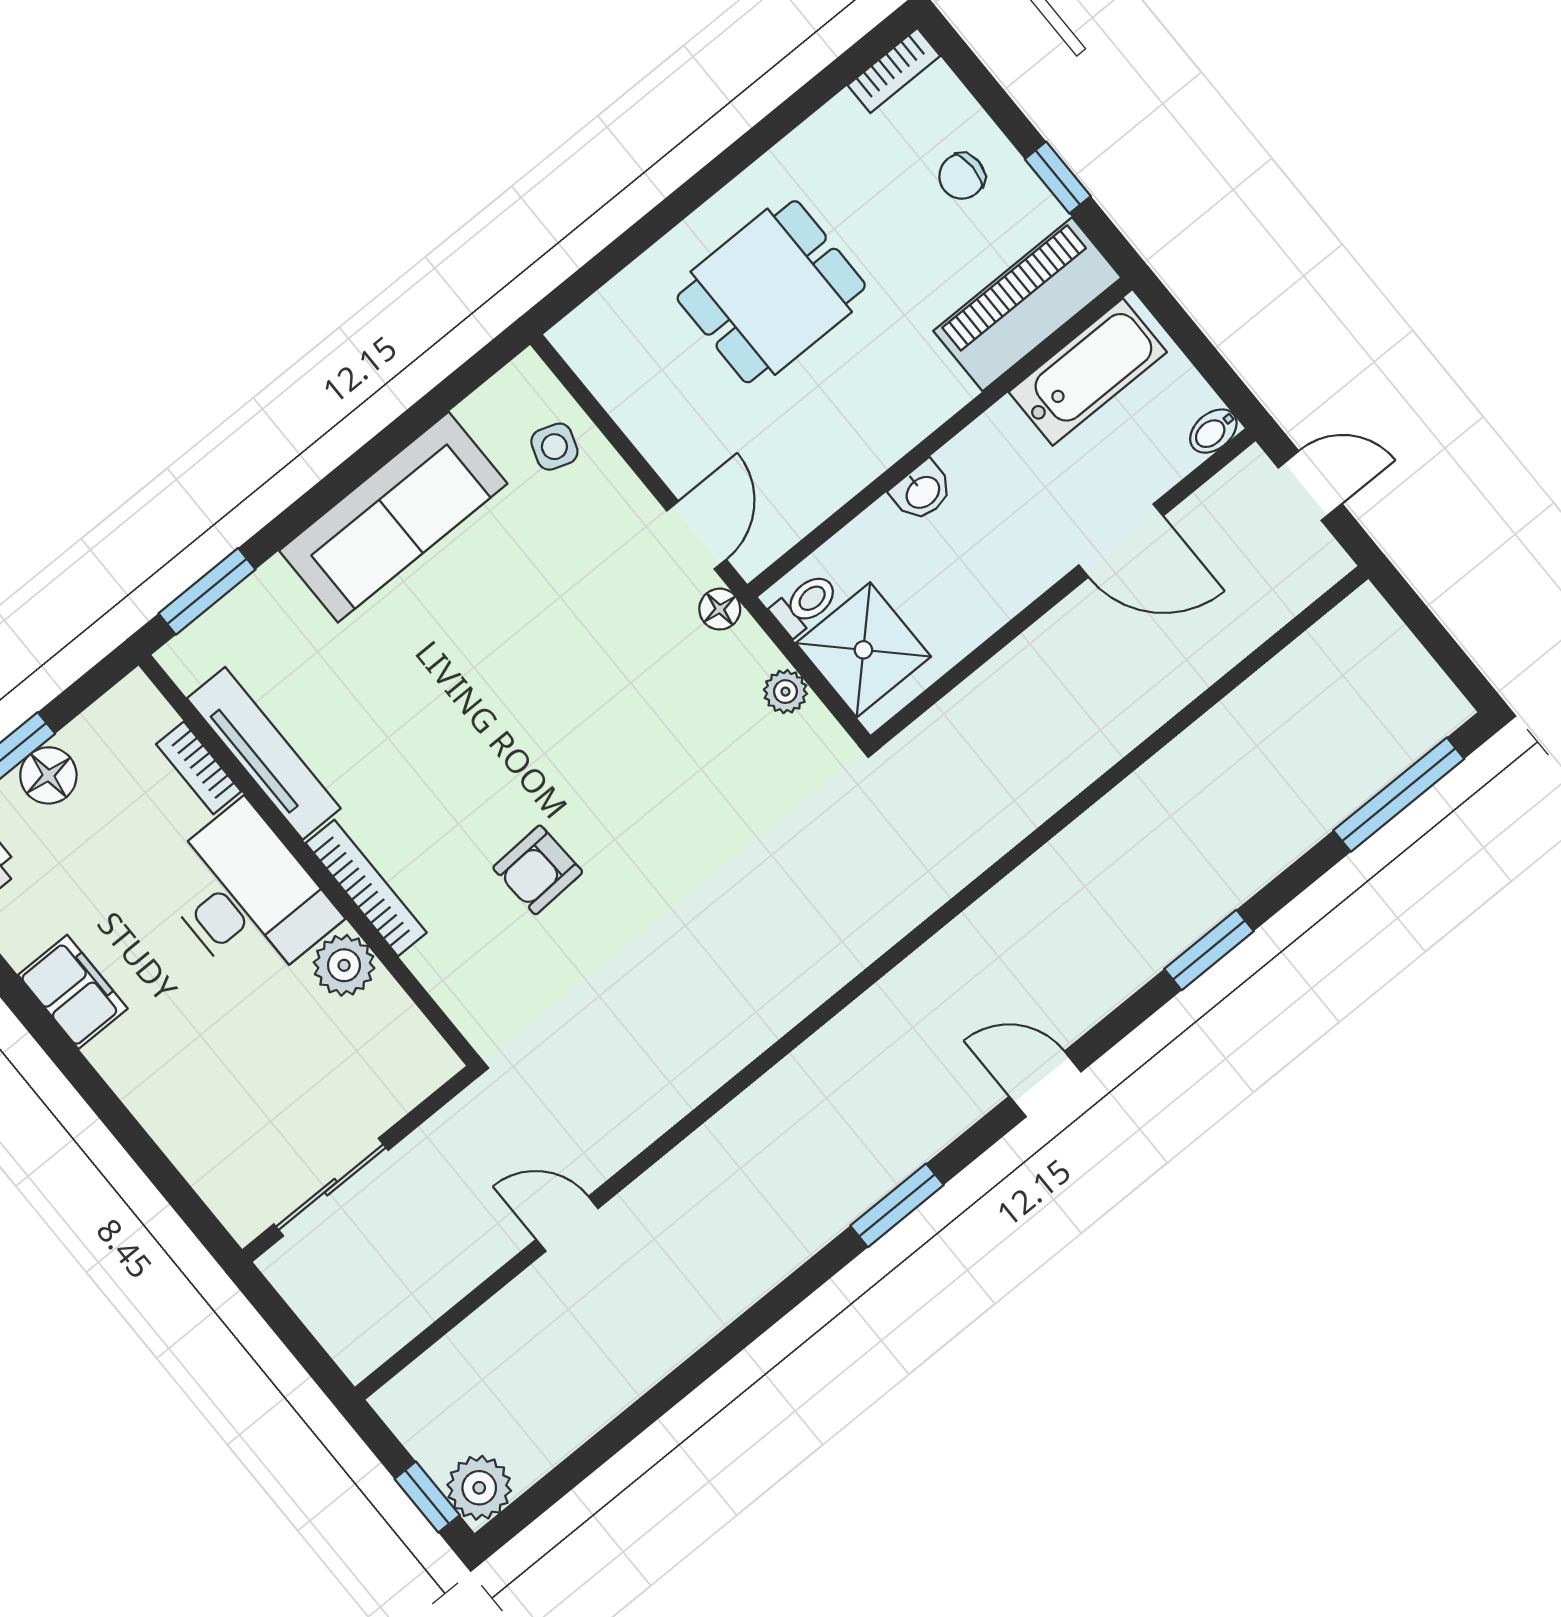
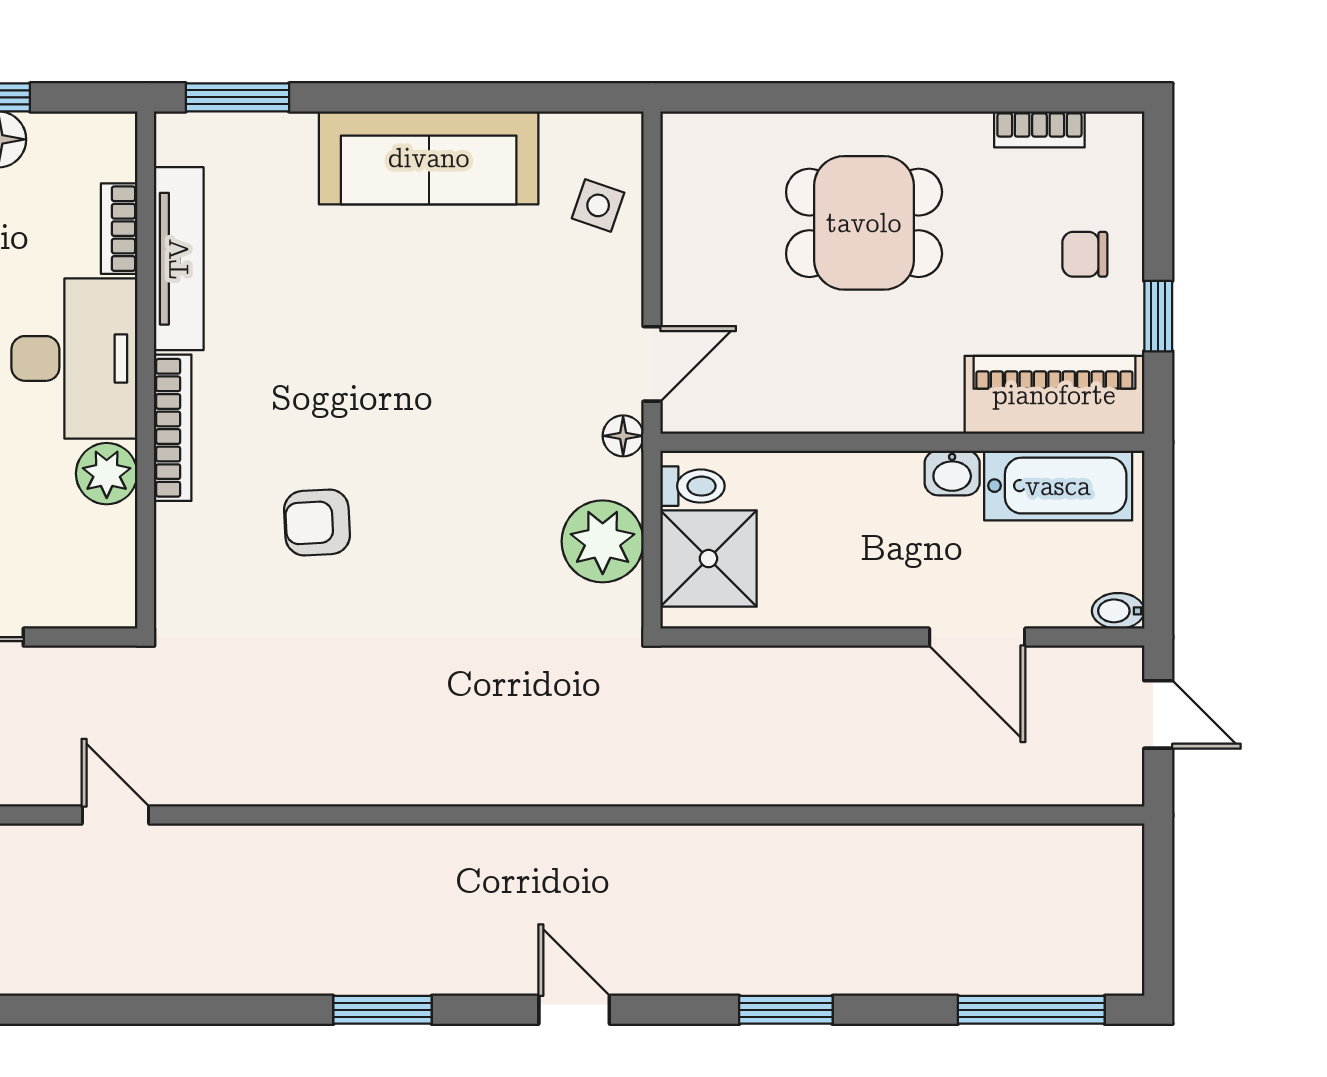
bookcase: (894, 71) -> (1039, 129), moved
washbasin: (922, 491) -> (952, 473), moved
plant: (785, 692) -> (603, 541), width x1.88, depth x1.88

